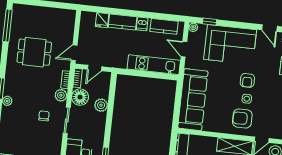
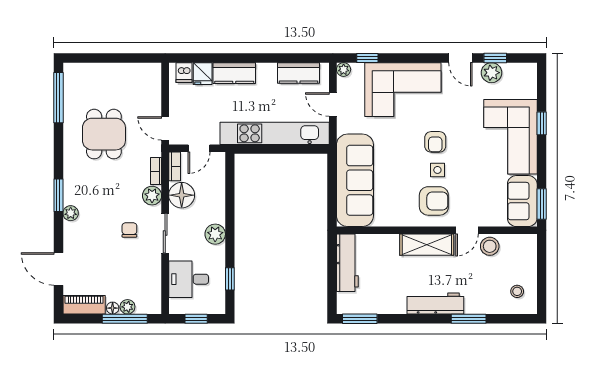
dishwasher: (142, 24) -> (184, 73), moved
dining table: (34, 52) -> (104, 134), turned 90
door: (74, 53) -> (165, 128), hinge flipped
kitchen unit: (154, 65) -> (275, 133), width x1.36
plant: (101, 105) -> (215, 234), moved
armchair: (242, 118) -> (434, 201), turned 180

